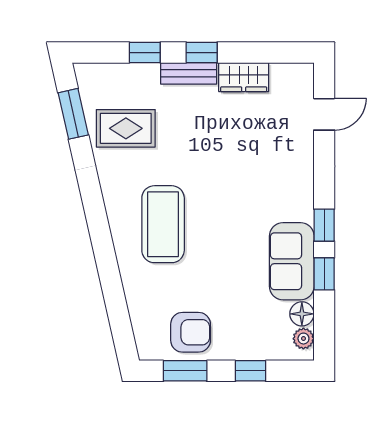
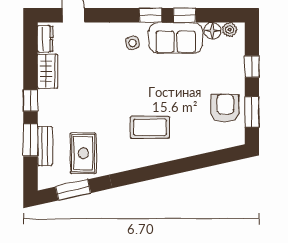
window: (145, 53) -> (30, 140), width x1.50
bench: (189, 73) -> (45, 146), moved
dresser: (290, 74) -> (45, 39), added
side table: (284, 199) -> (133, 43), added
coffee table: (163, 224) -> (150, 127), width x0.73, depth x0.76

